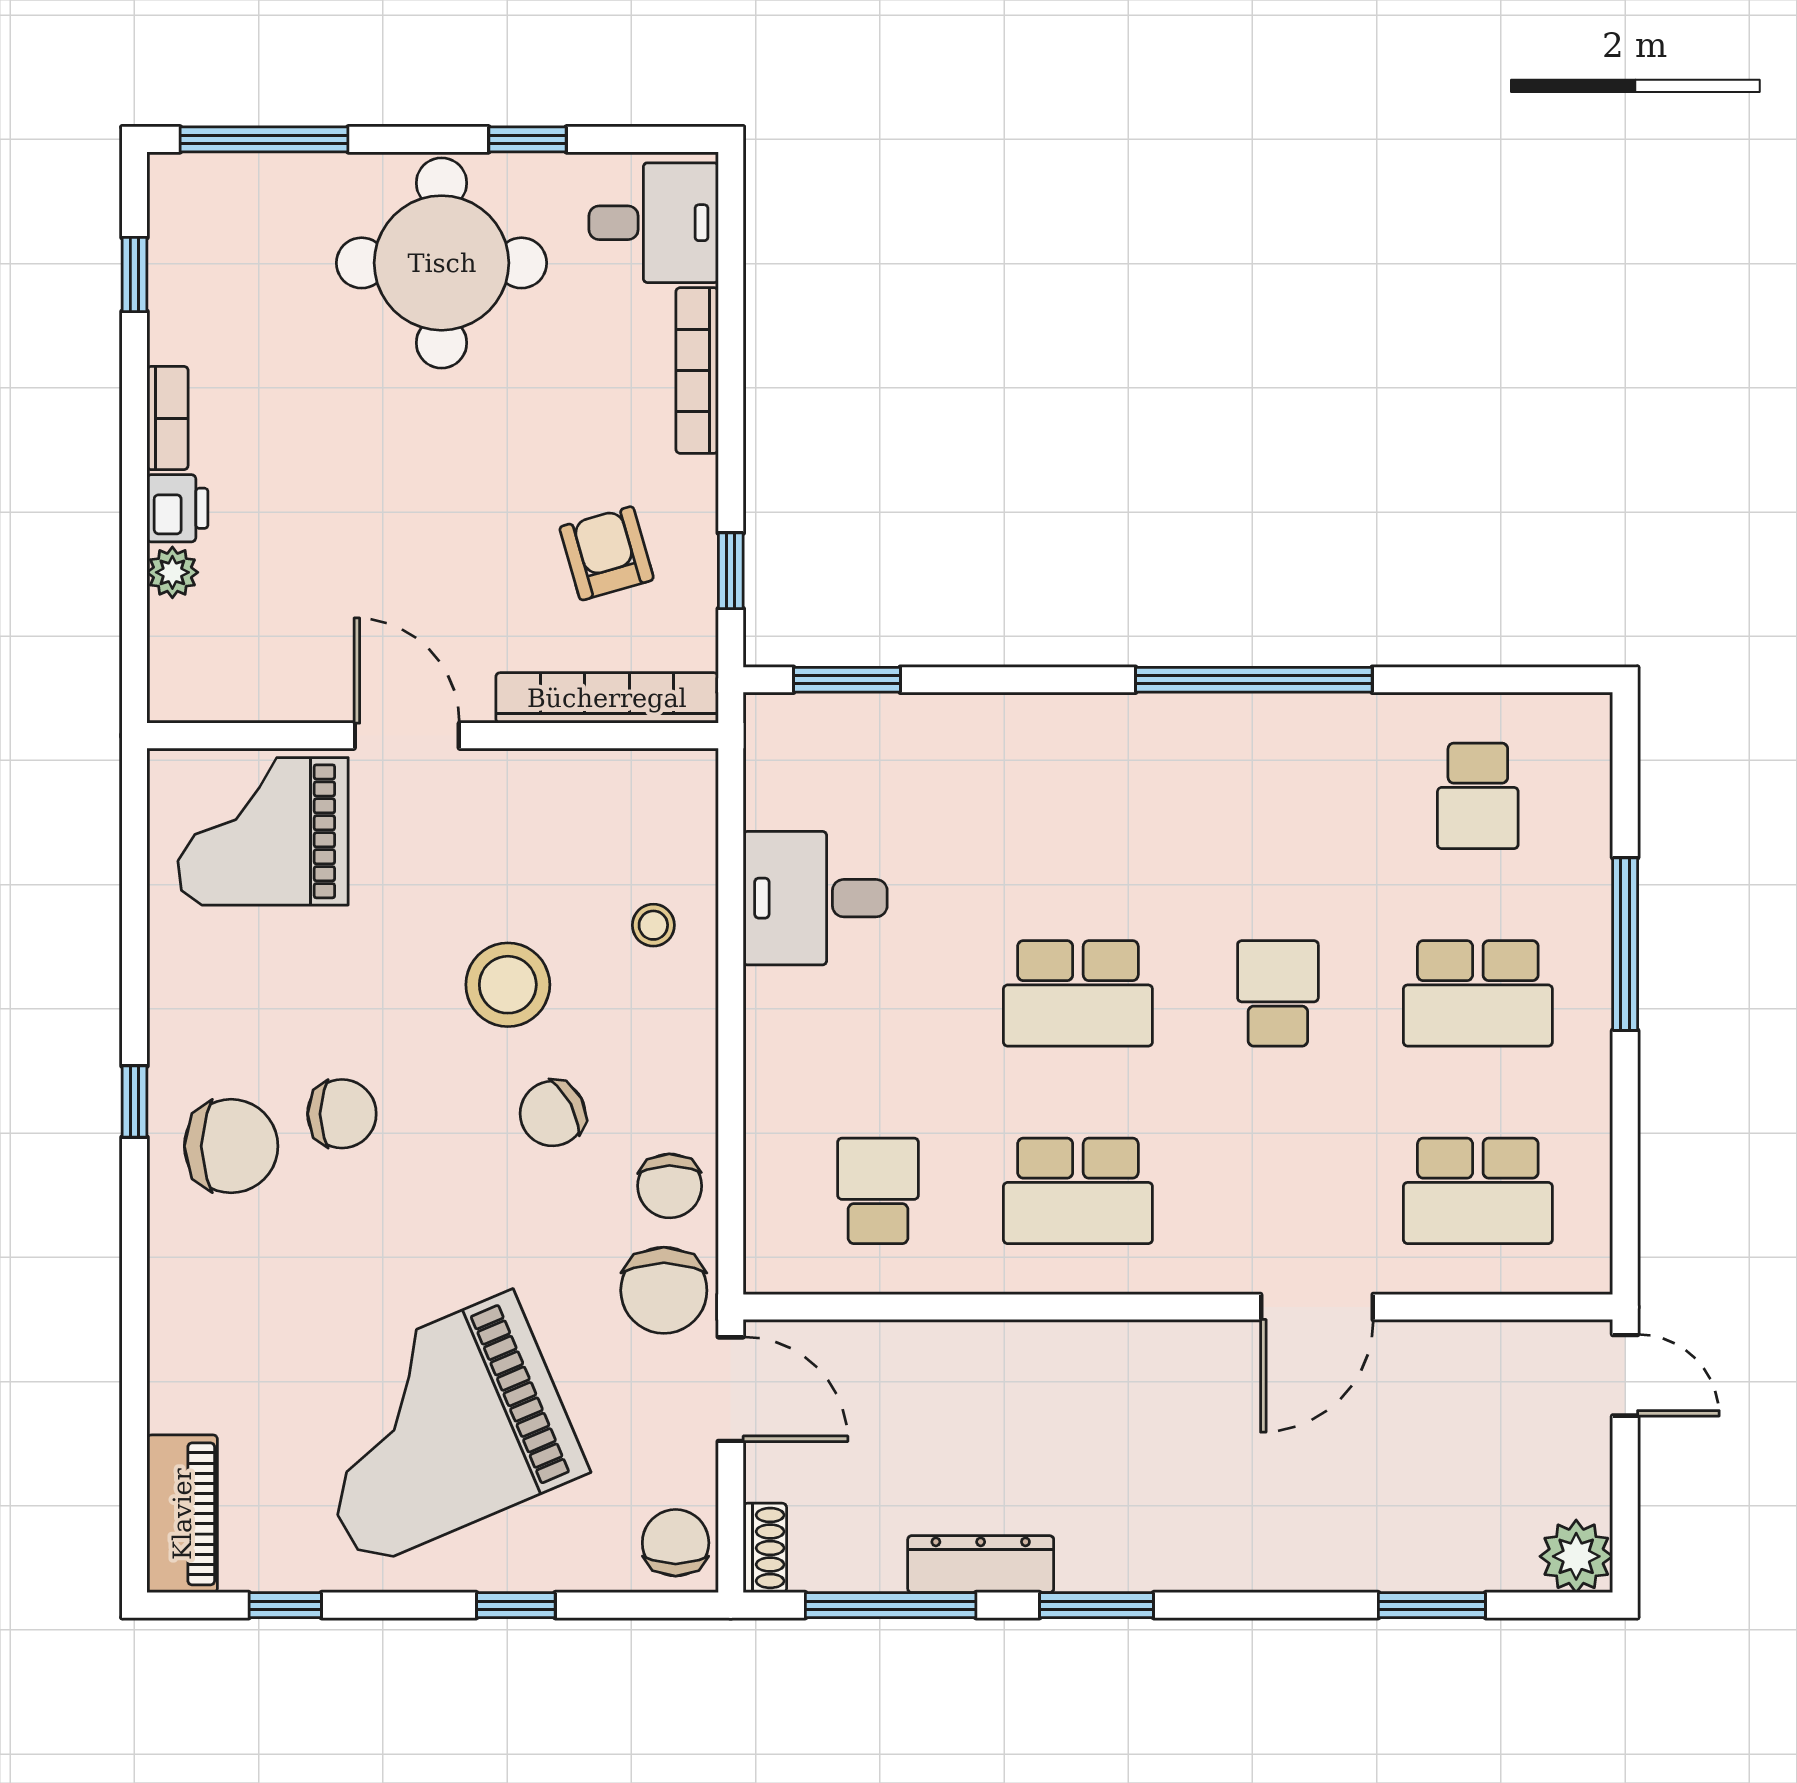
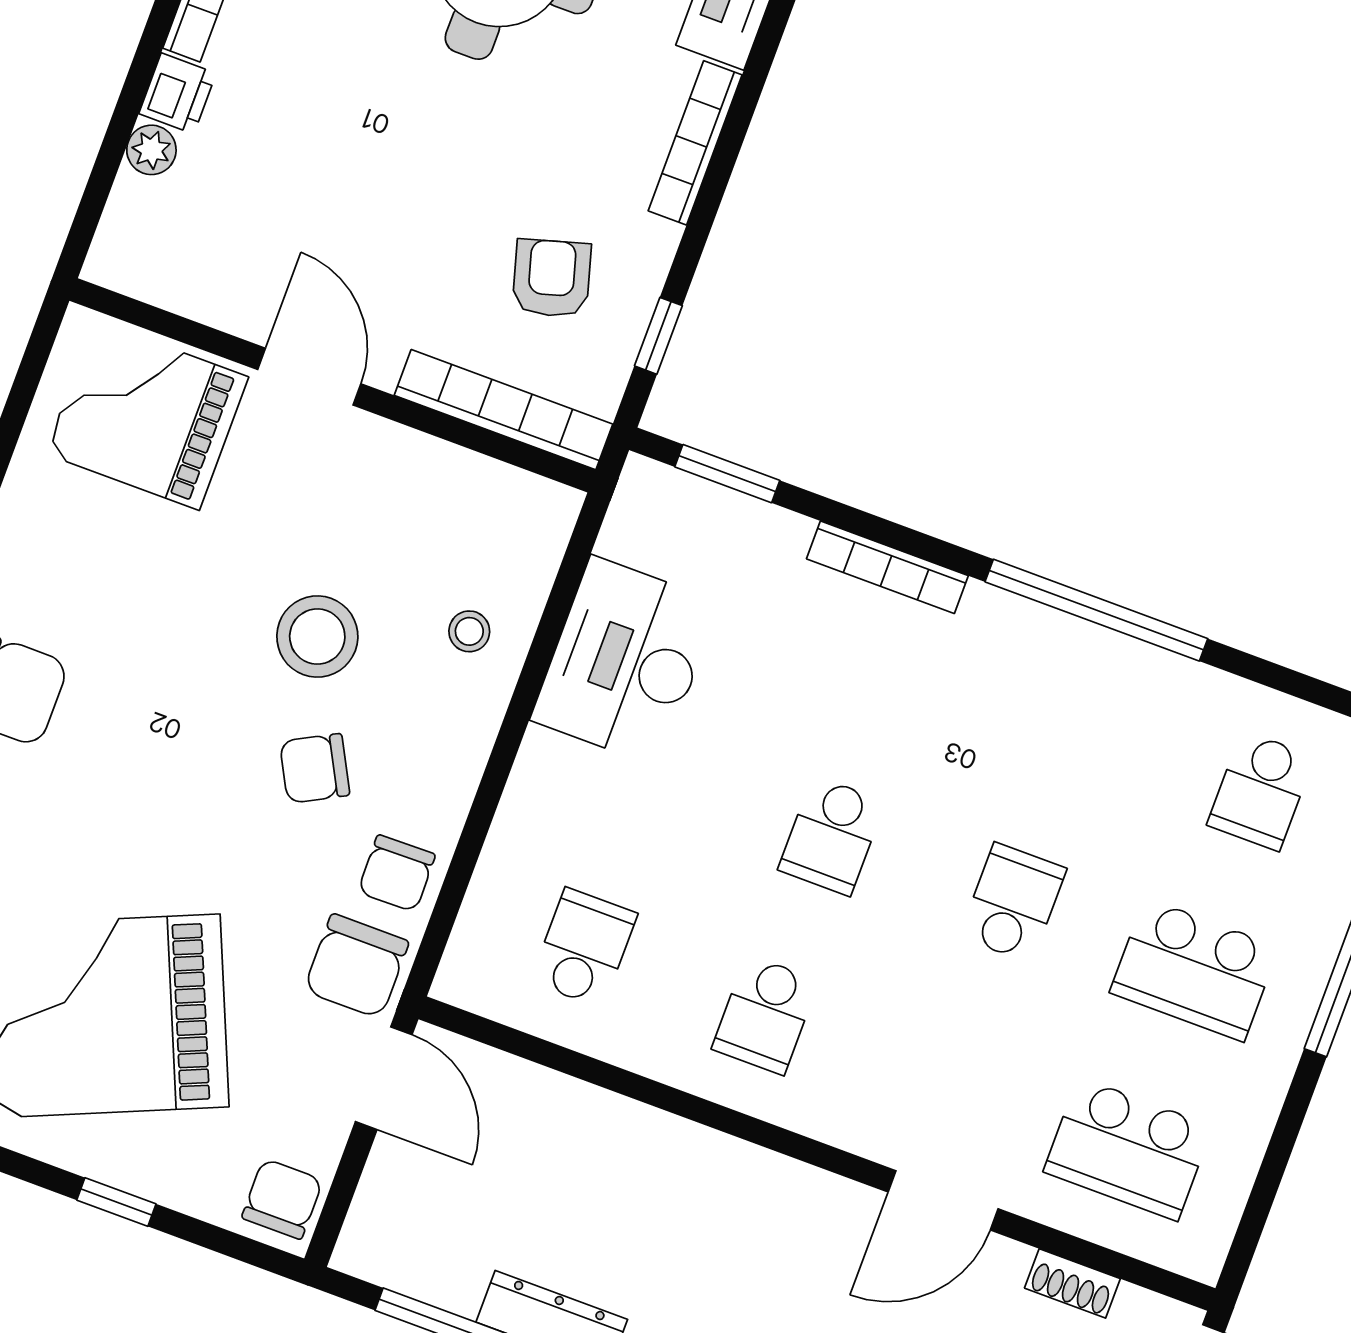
bookcase: (1036, 713) -> (887, 567), added
desk: (815, 898) -> (625, 661), width x1.37
school desk: (1078, 993) -> (832, 836), width x0.54
chair: (342, 1114) -> (123, 698), removed
school desk: (1078, 1191) -> (765, 1015), width x0.54
shoe rack: (765, 1548) -> (1072, 1283), moved, turned 90

